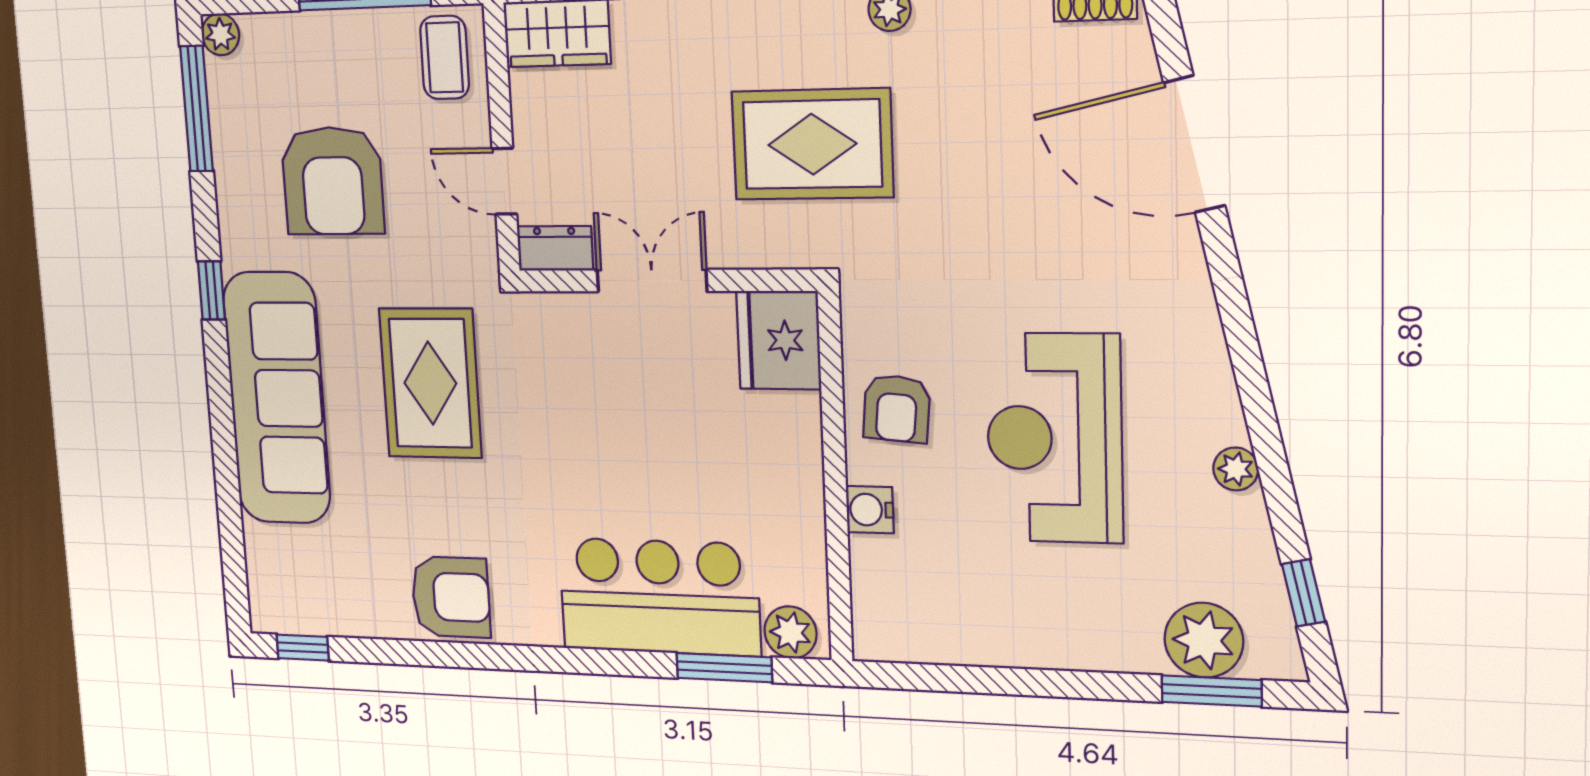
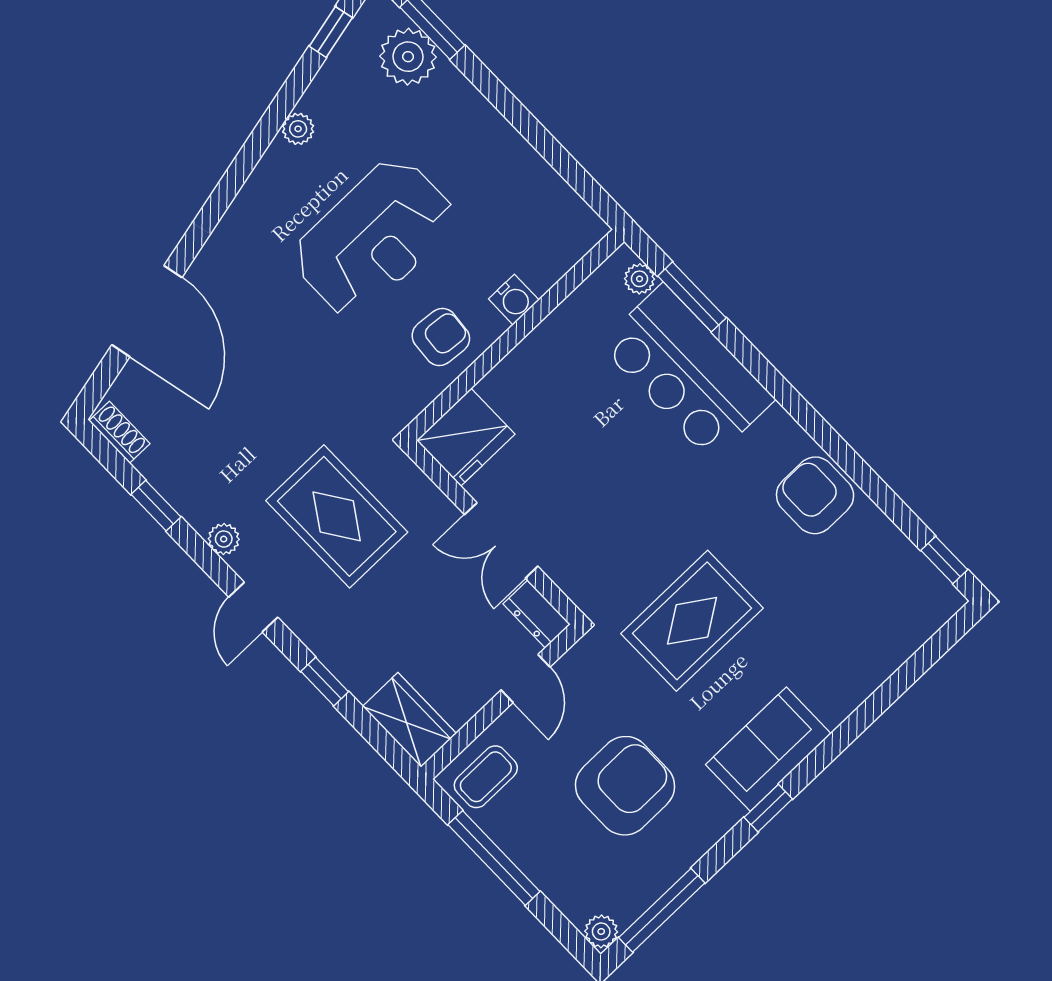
sofa: (277, 398) -> (768, 749), width x0.54, depth x0.79
plant: (790, 632) -> (640, 279), width x0.73, depth x0.73

